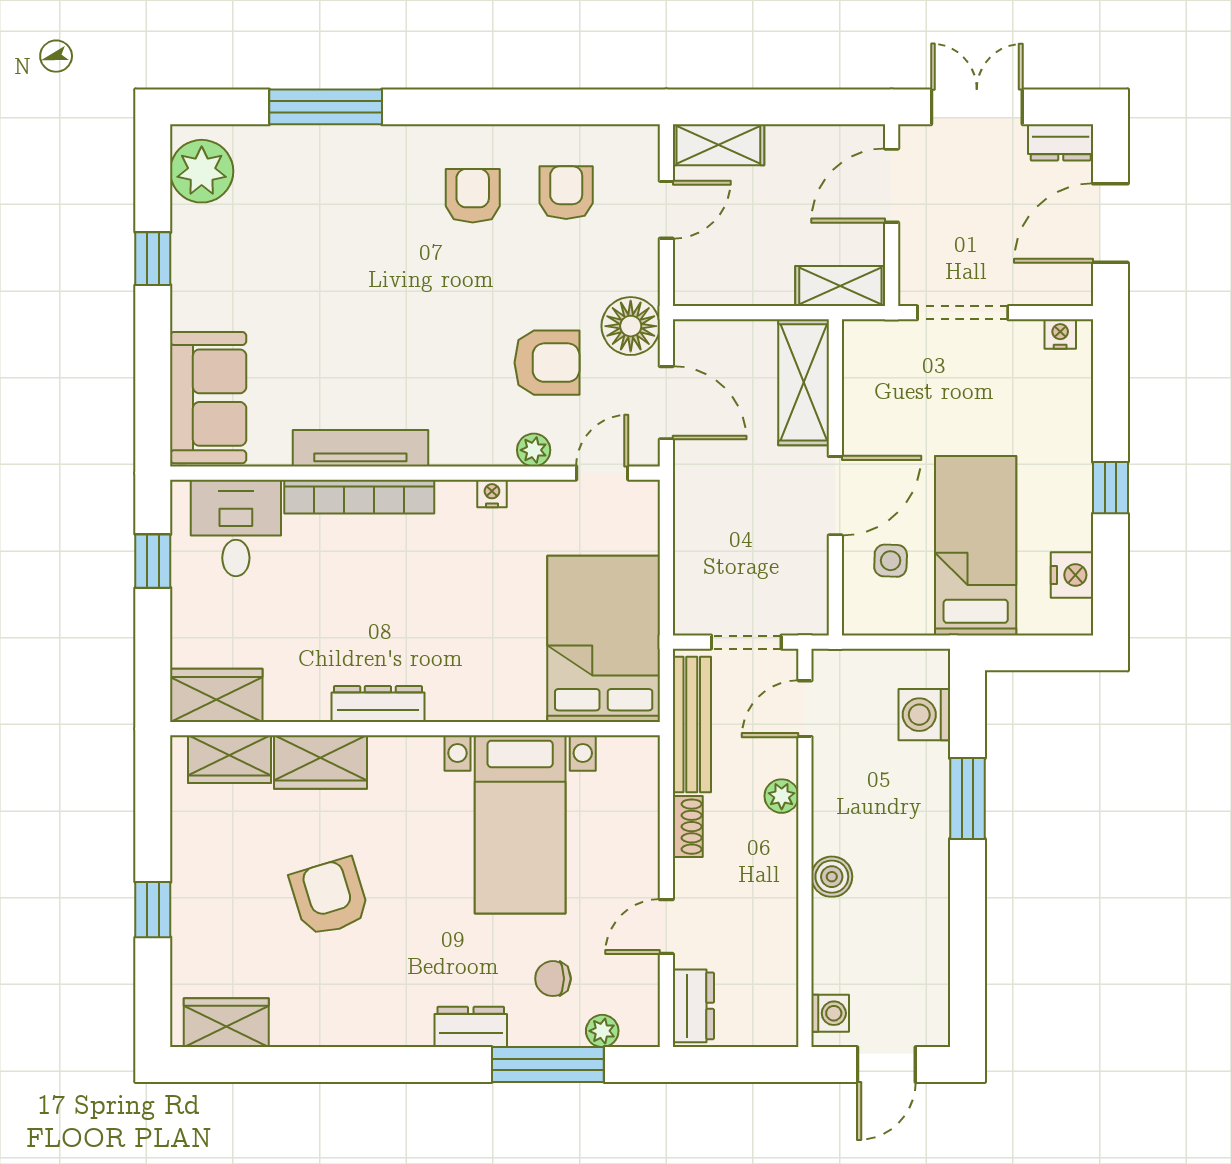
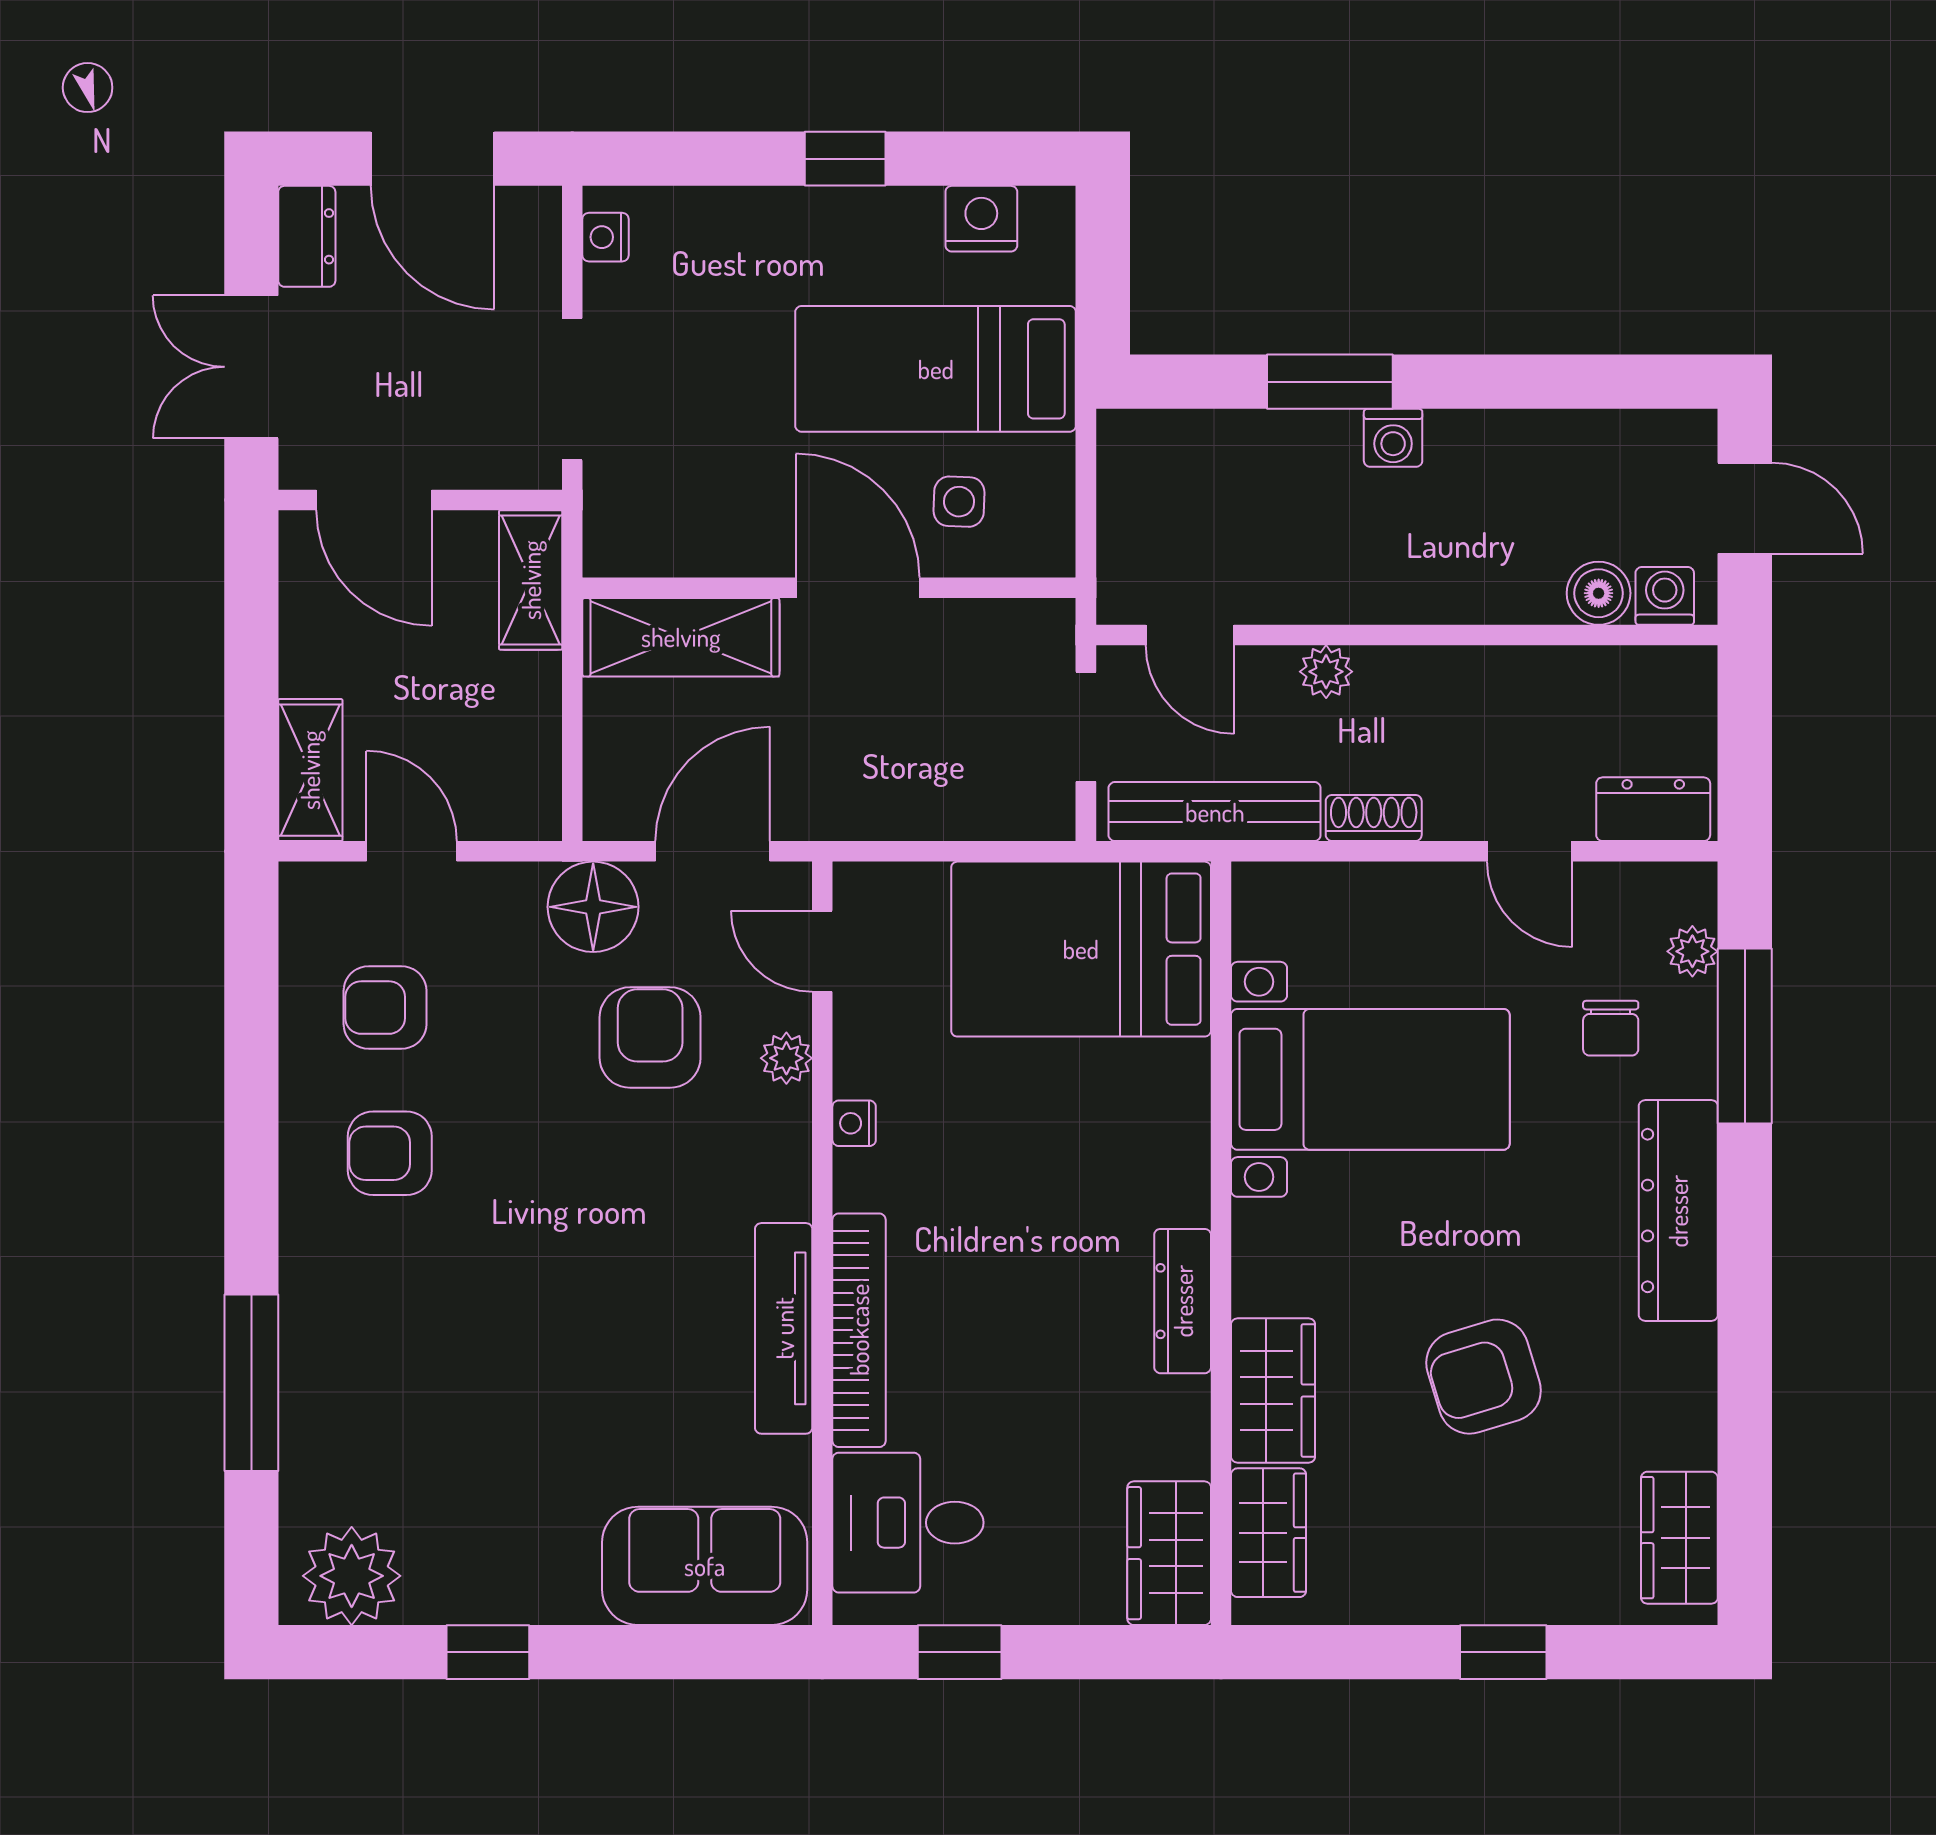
washing machine: (924, 715) -> (1393, 438), moved, width x0.73, depth x0.73
boiler: (832, 877) -> (1599, 593), moved
dresser: (471, 1027) -> (1678, 1211), width x1.96, depth x1.24

